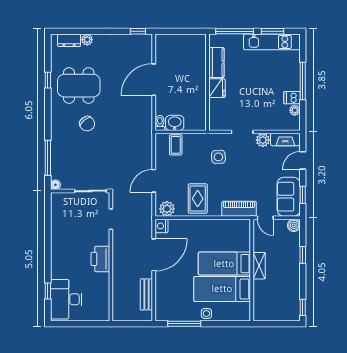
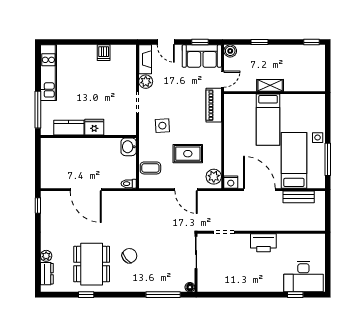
window: (273, 31) -> (38, 72), removed
window: (303, 81) -> (87, 42), removed
plant: (295, 110) -> (116, 50), removed
washbasin: (175, 123) -> (129, 147), moved
rug: (198, 199) -> (188, 154), moved
bed: (222, 289) -> (294, 160), moved, turned 180

